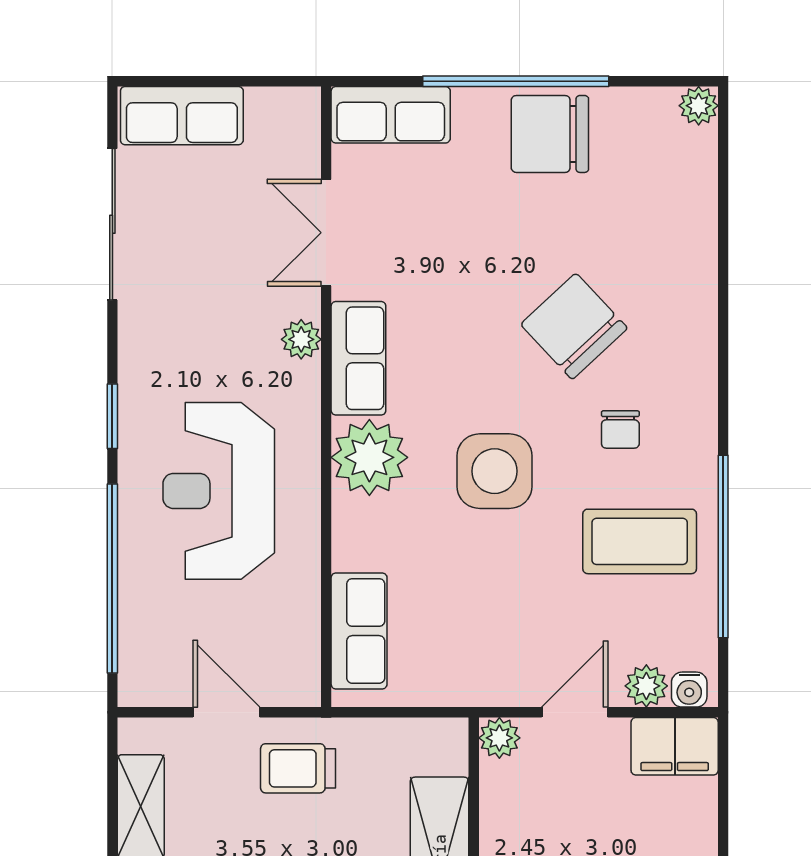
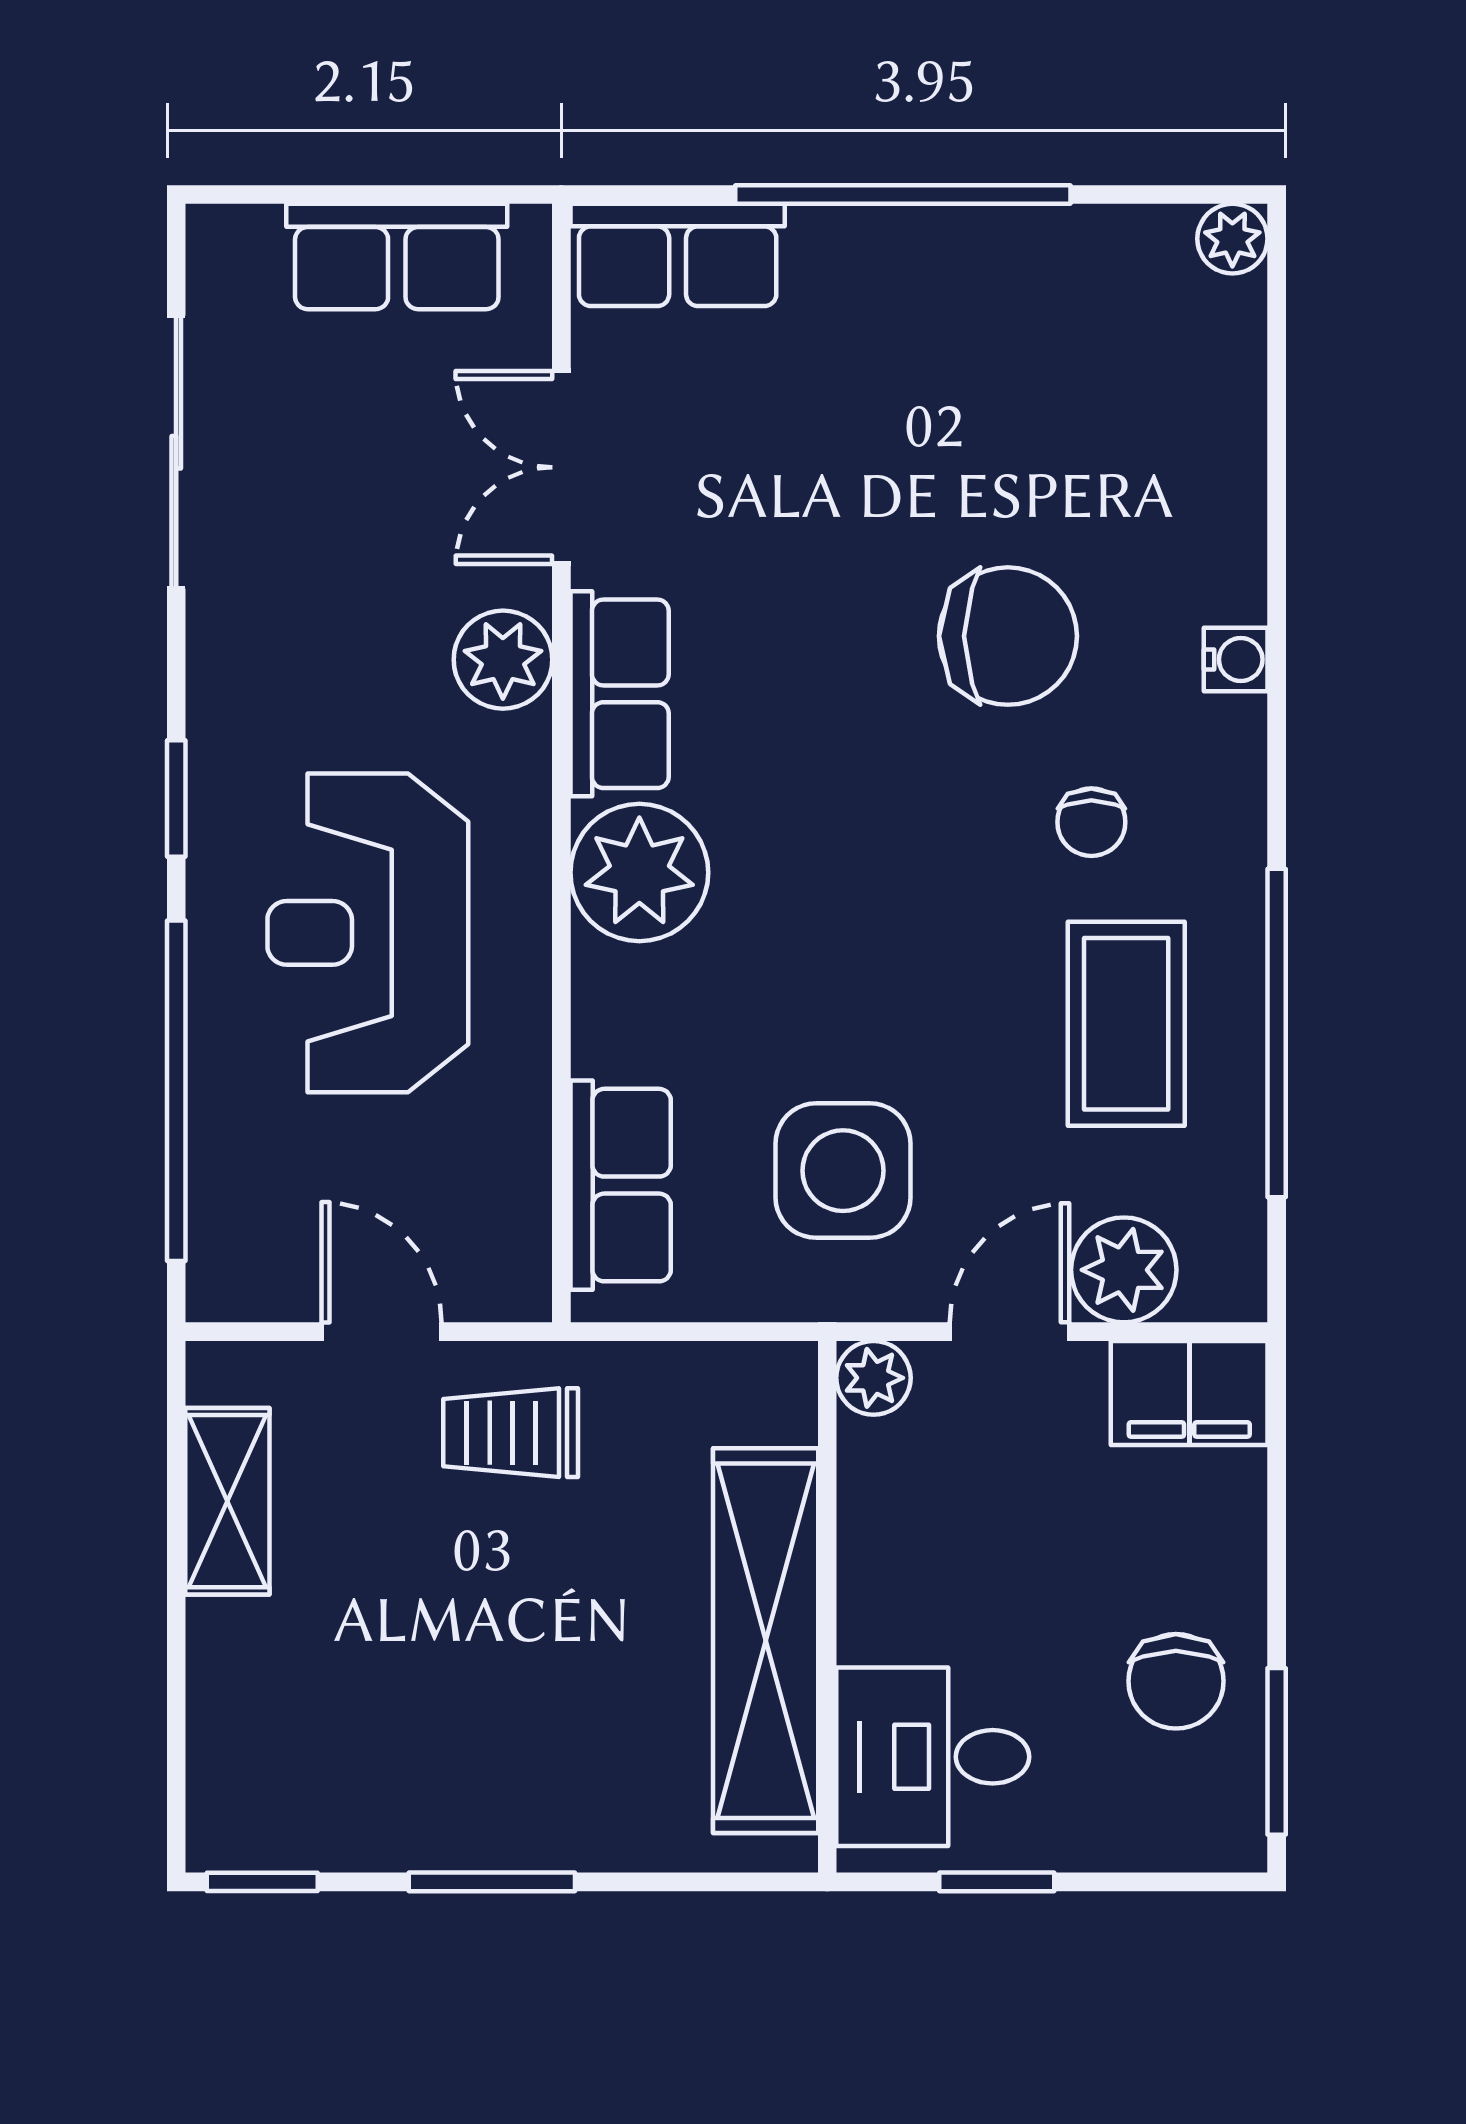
row of seats: (182, 116) -> (397, 257), moved
chair: (550, 134) -> (965, 290), removed
chair: (574, 326) -> (1008, 636), turned 133
plant: (301, 339) -> (503, 660), width x1.38, depth x1.38
side table: (495, 471) -> (843, 1171), moved
coffee table: (640, 541) -> (1126, 1024), turned 90
plant: (646, 686) -> (1124, 1270), width x1.38, depth x1.38
water cooler: (689, 690) -> (1236, 660), moved, turned -90

